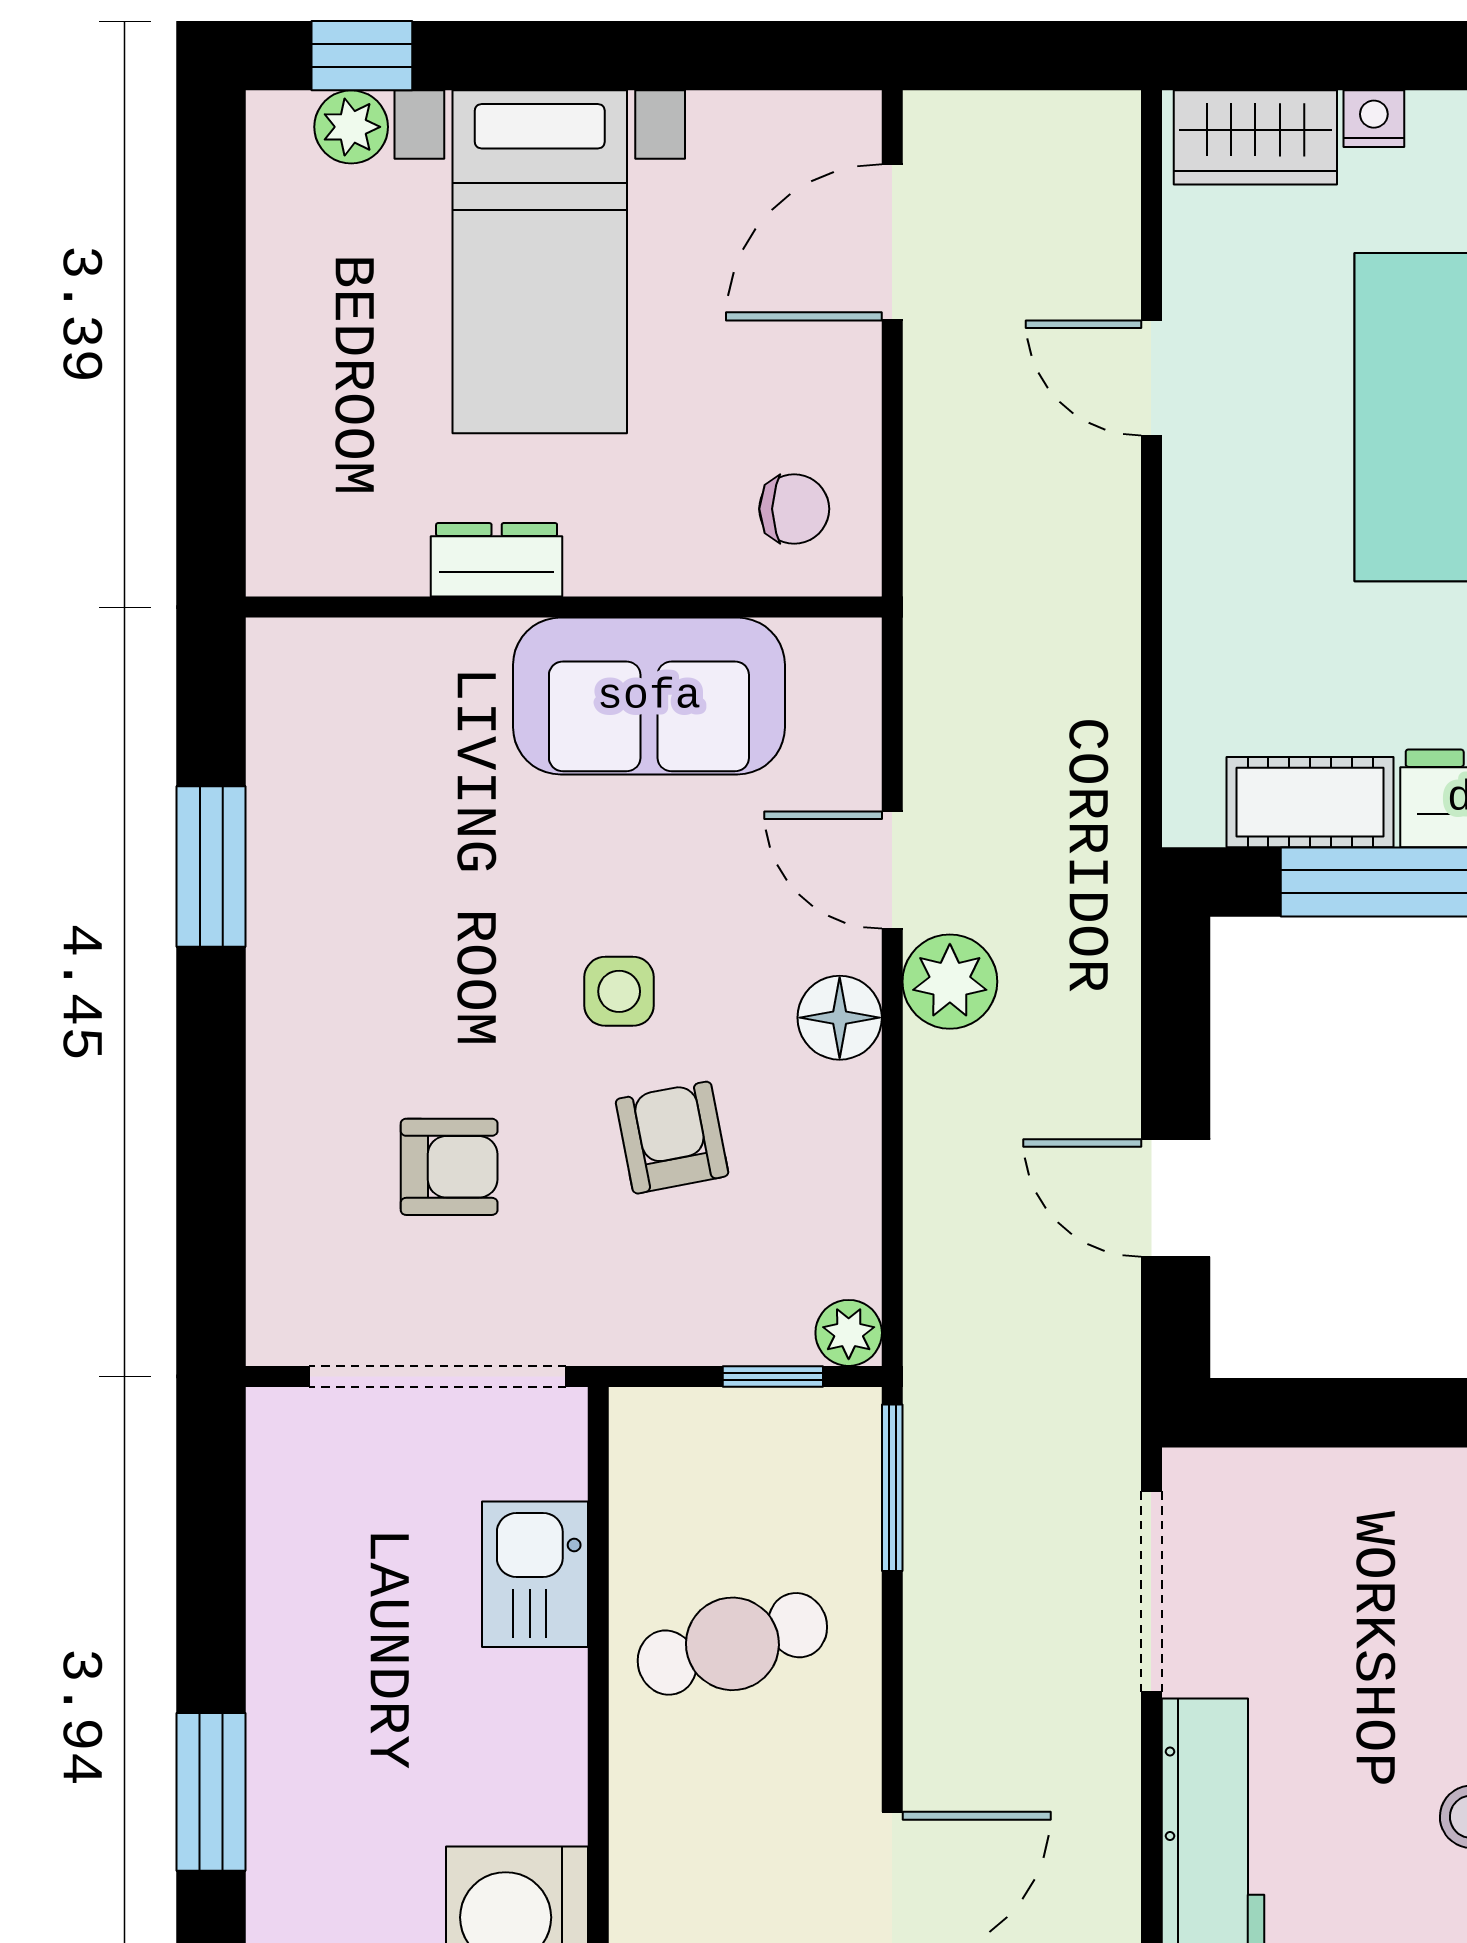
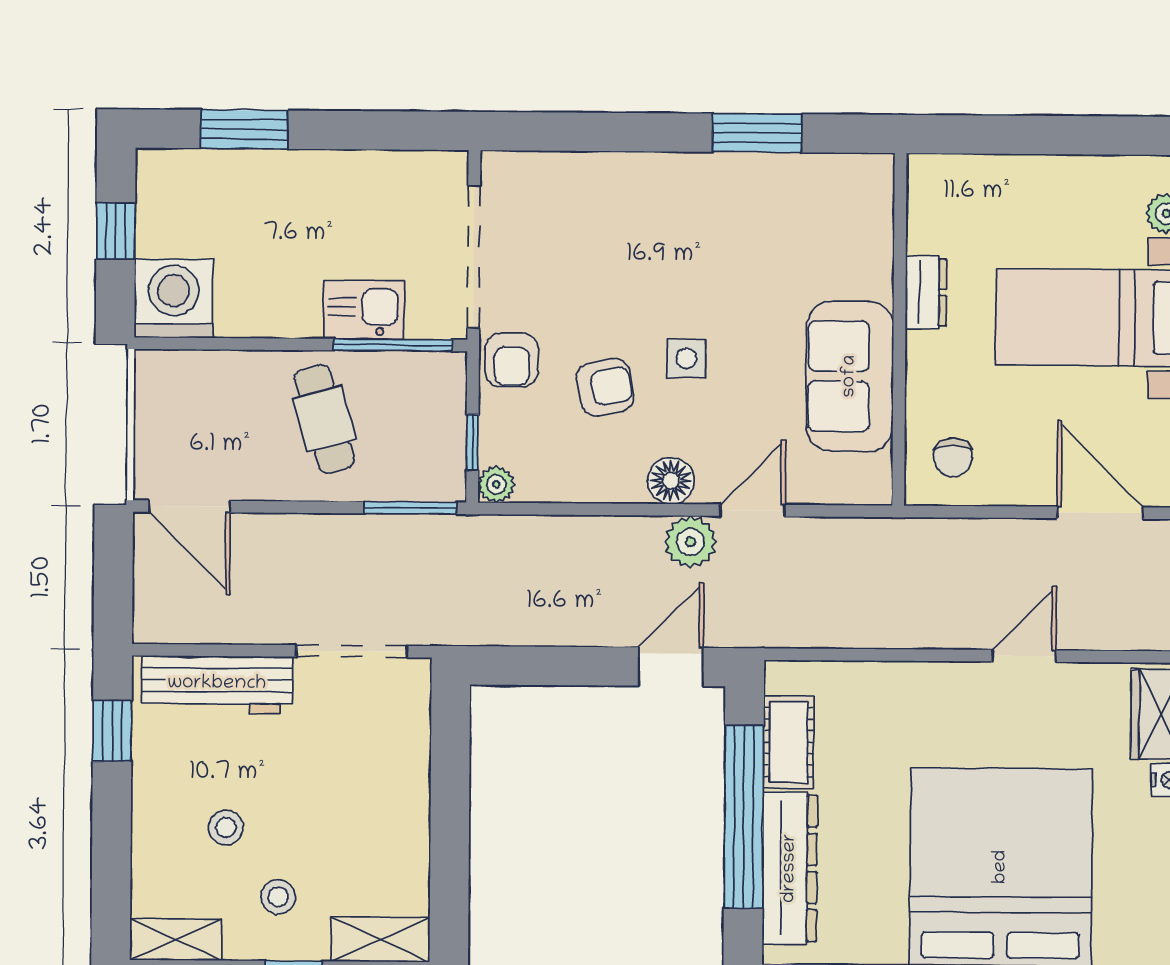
armchair: (449, 1167) -> (512, 360), moved
door: (1176, 1198) -> (671, 667), moved
window: (598, 1521) -> (393, 345), added

